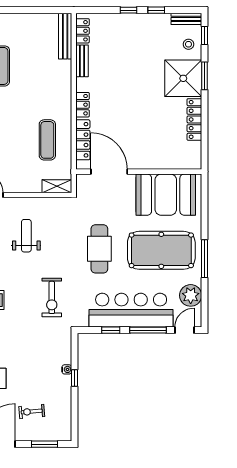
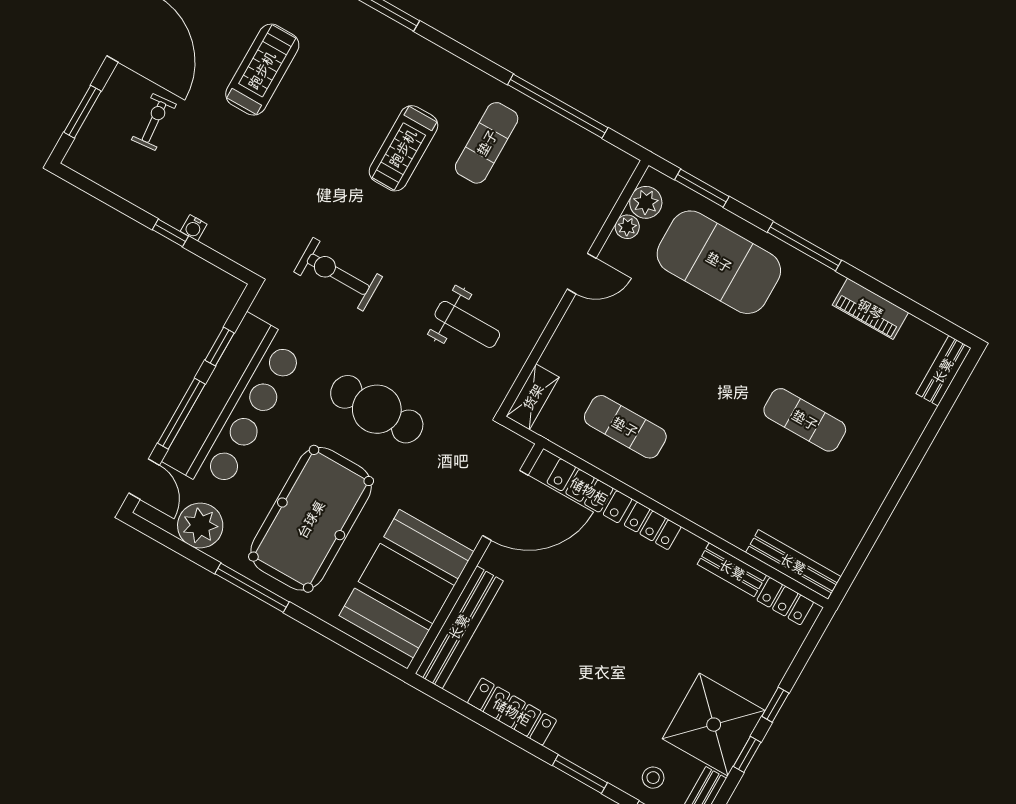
shower: (183, 78) -> (714, 725), moved
bench: (171, 162) -> (459, 627), added
weight bench: (26, 236) -> (467, 324), moved

